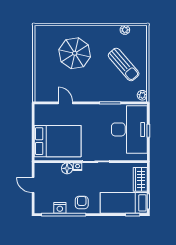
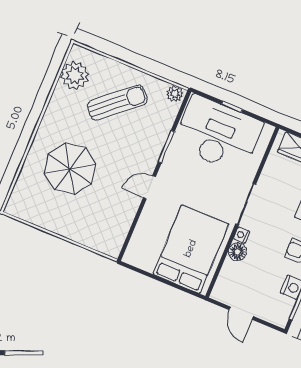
plant: (125, 30) -> (75, 76), width x1.88, depth x1.88
door: (65, 103) -> (149, 187), moved
door: (33, 185) -> (241, 313), hinge flipped

